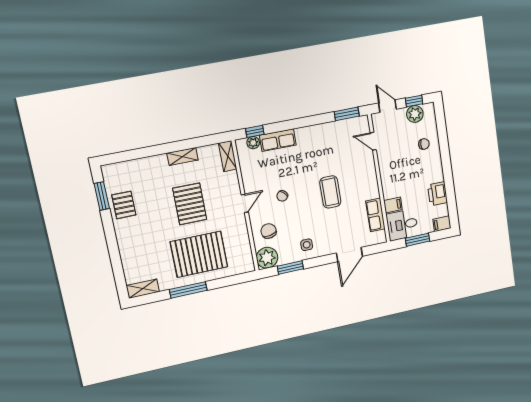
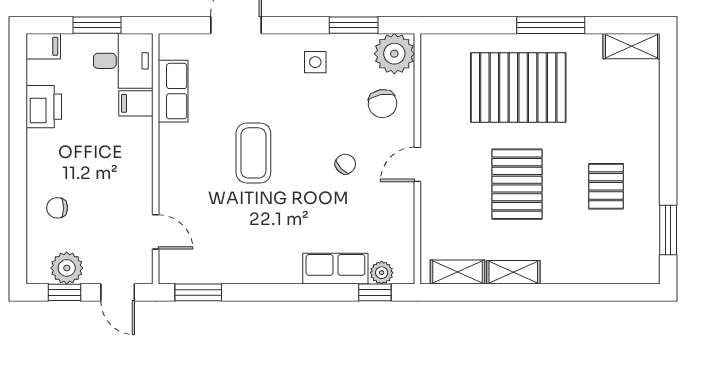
shelving: (228, 156) -> (458, 272), moved, turned 90
pallet: (124, 205) -> (606, 186), moved

